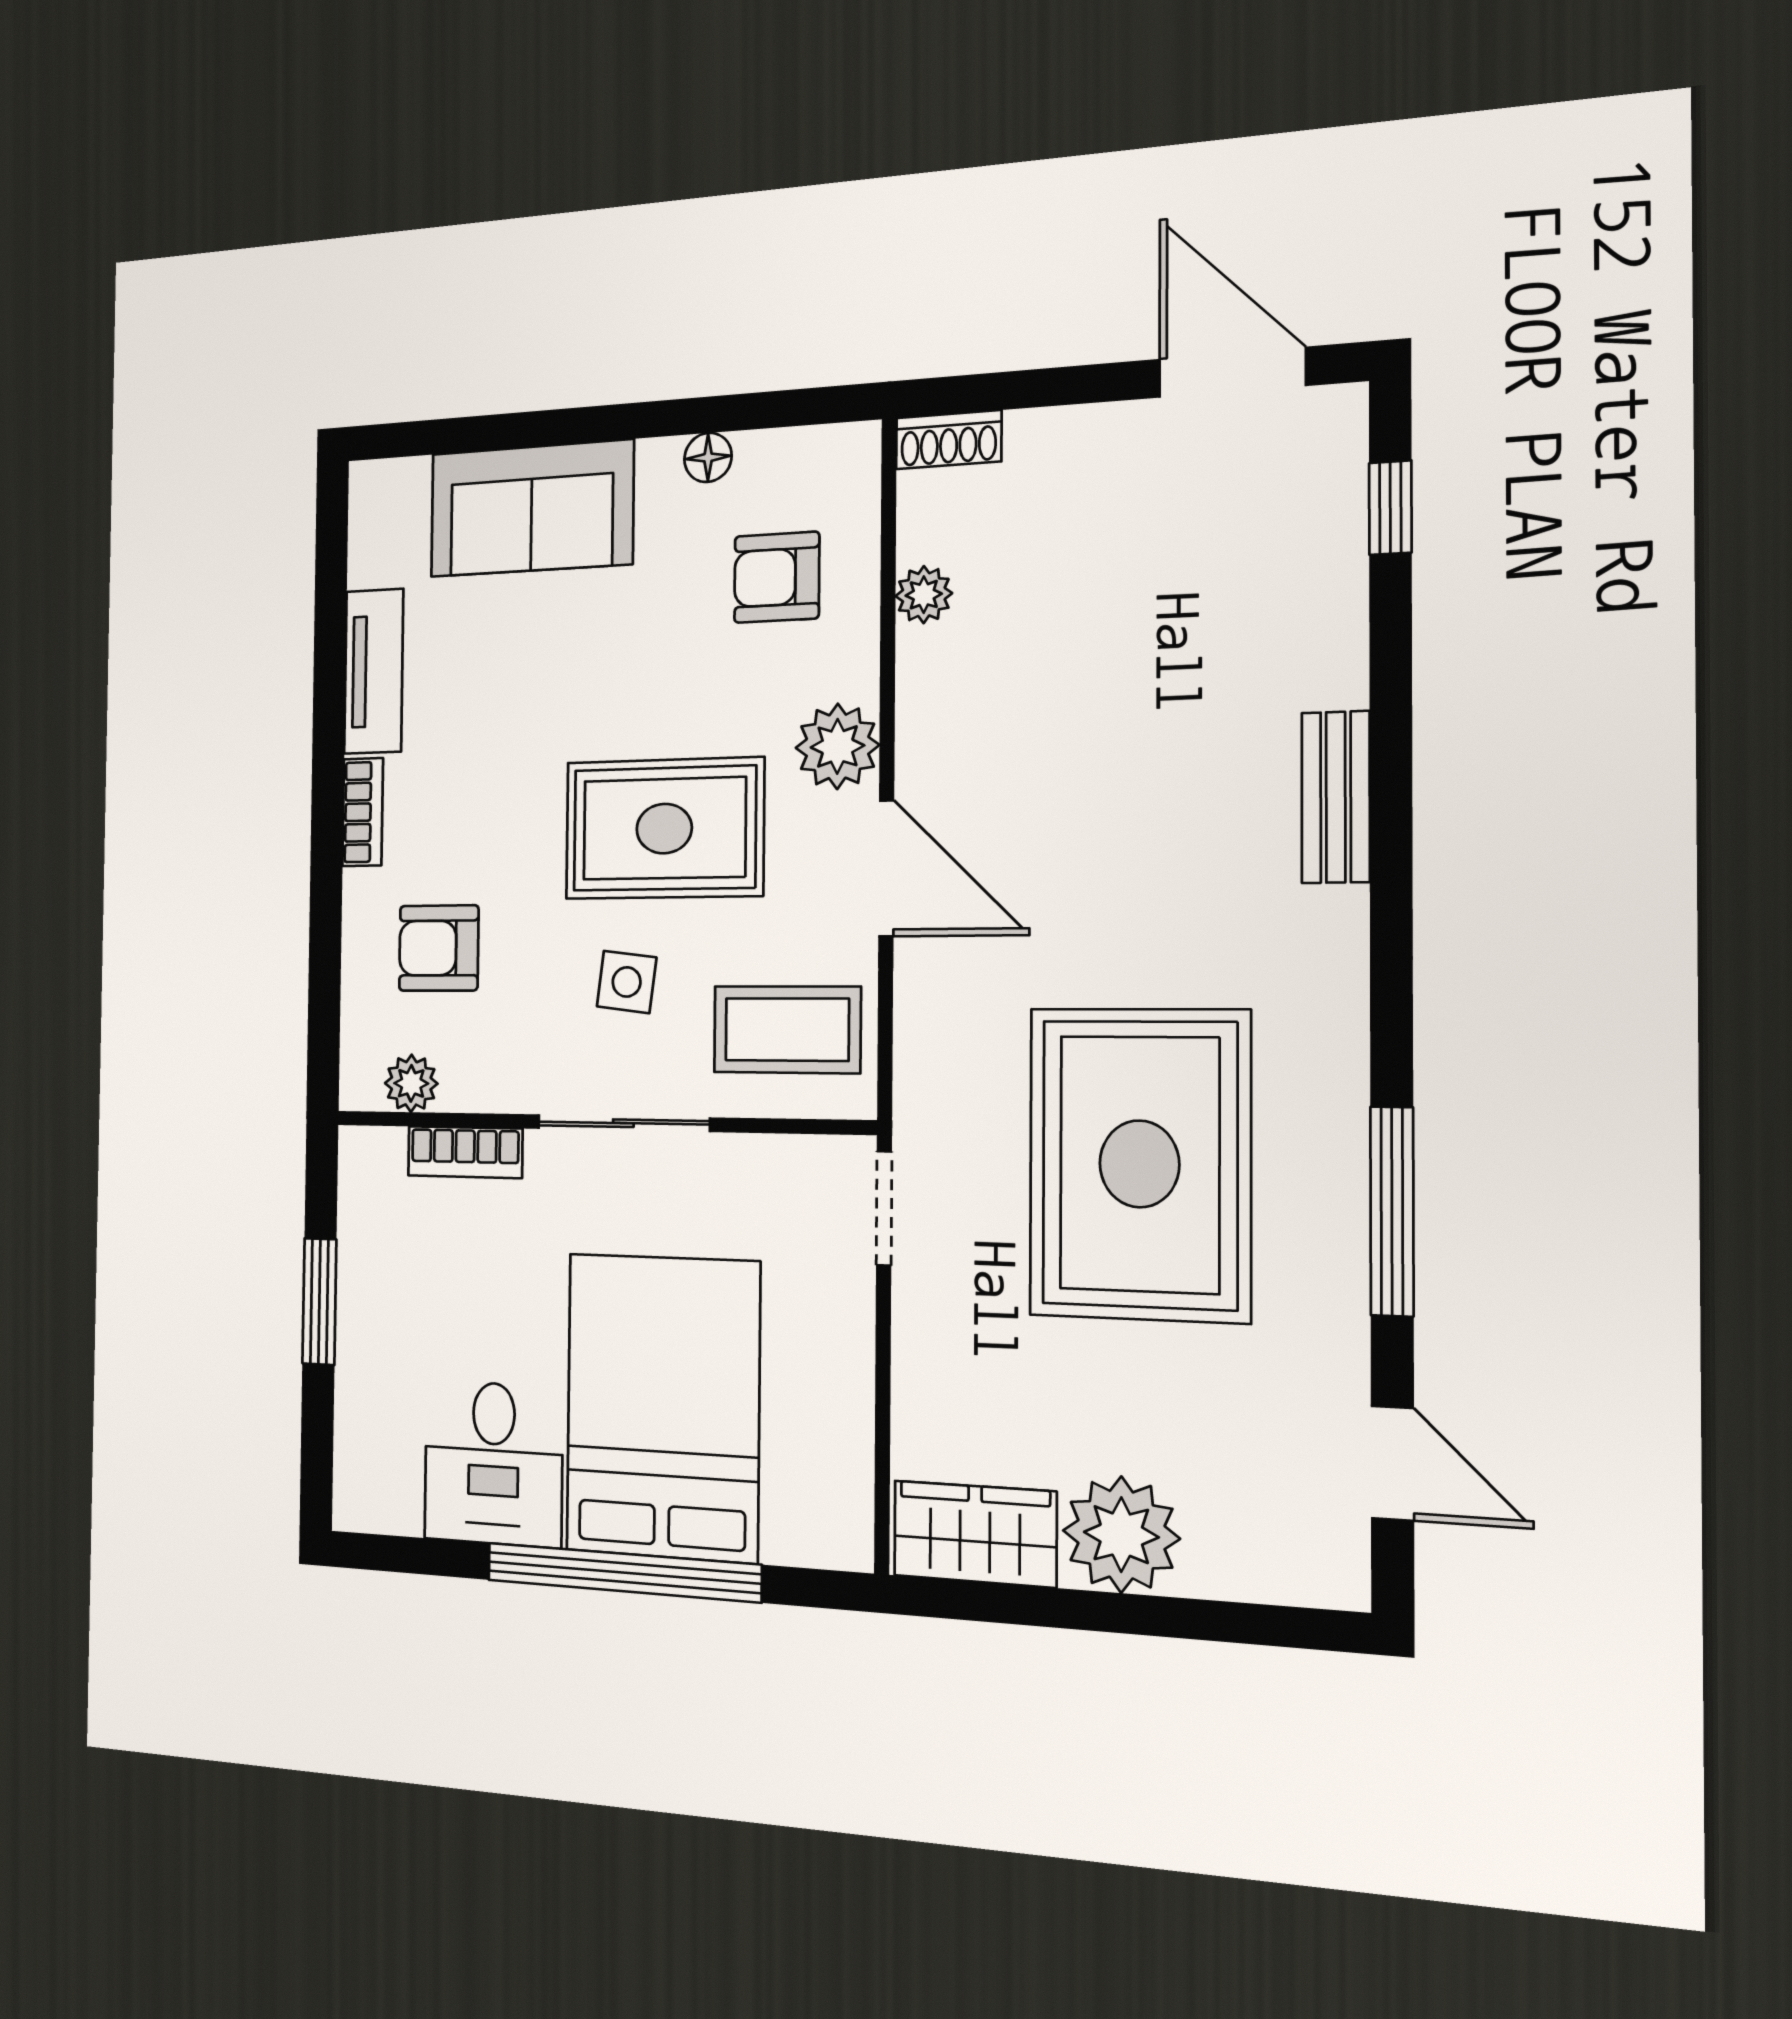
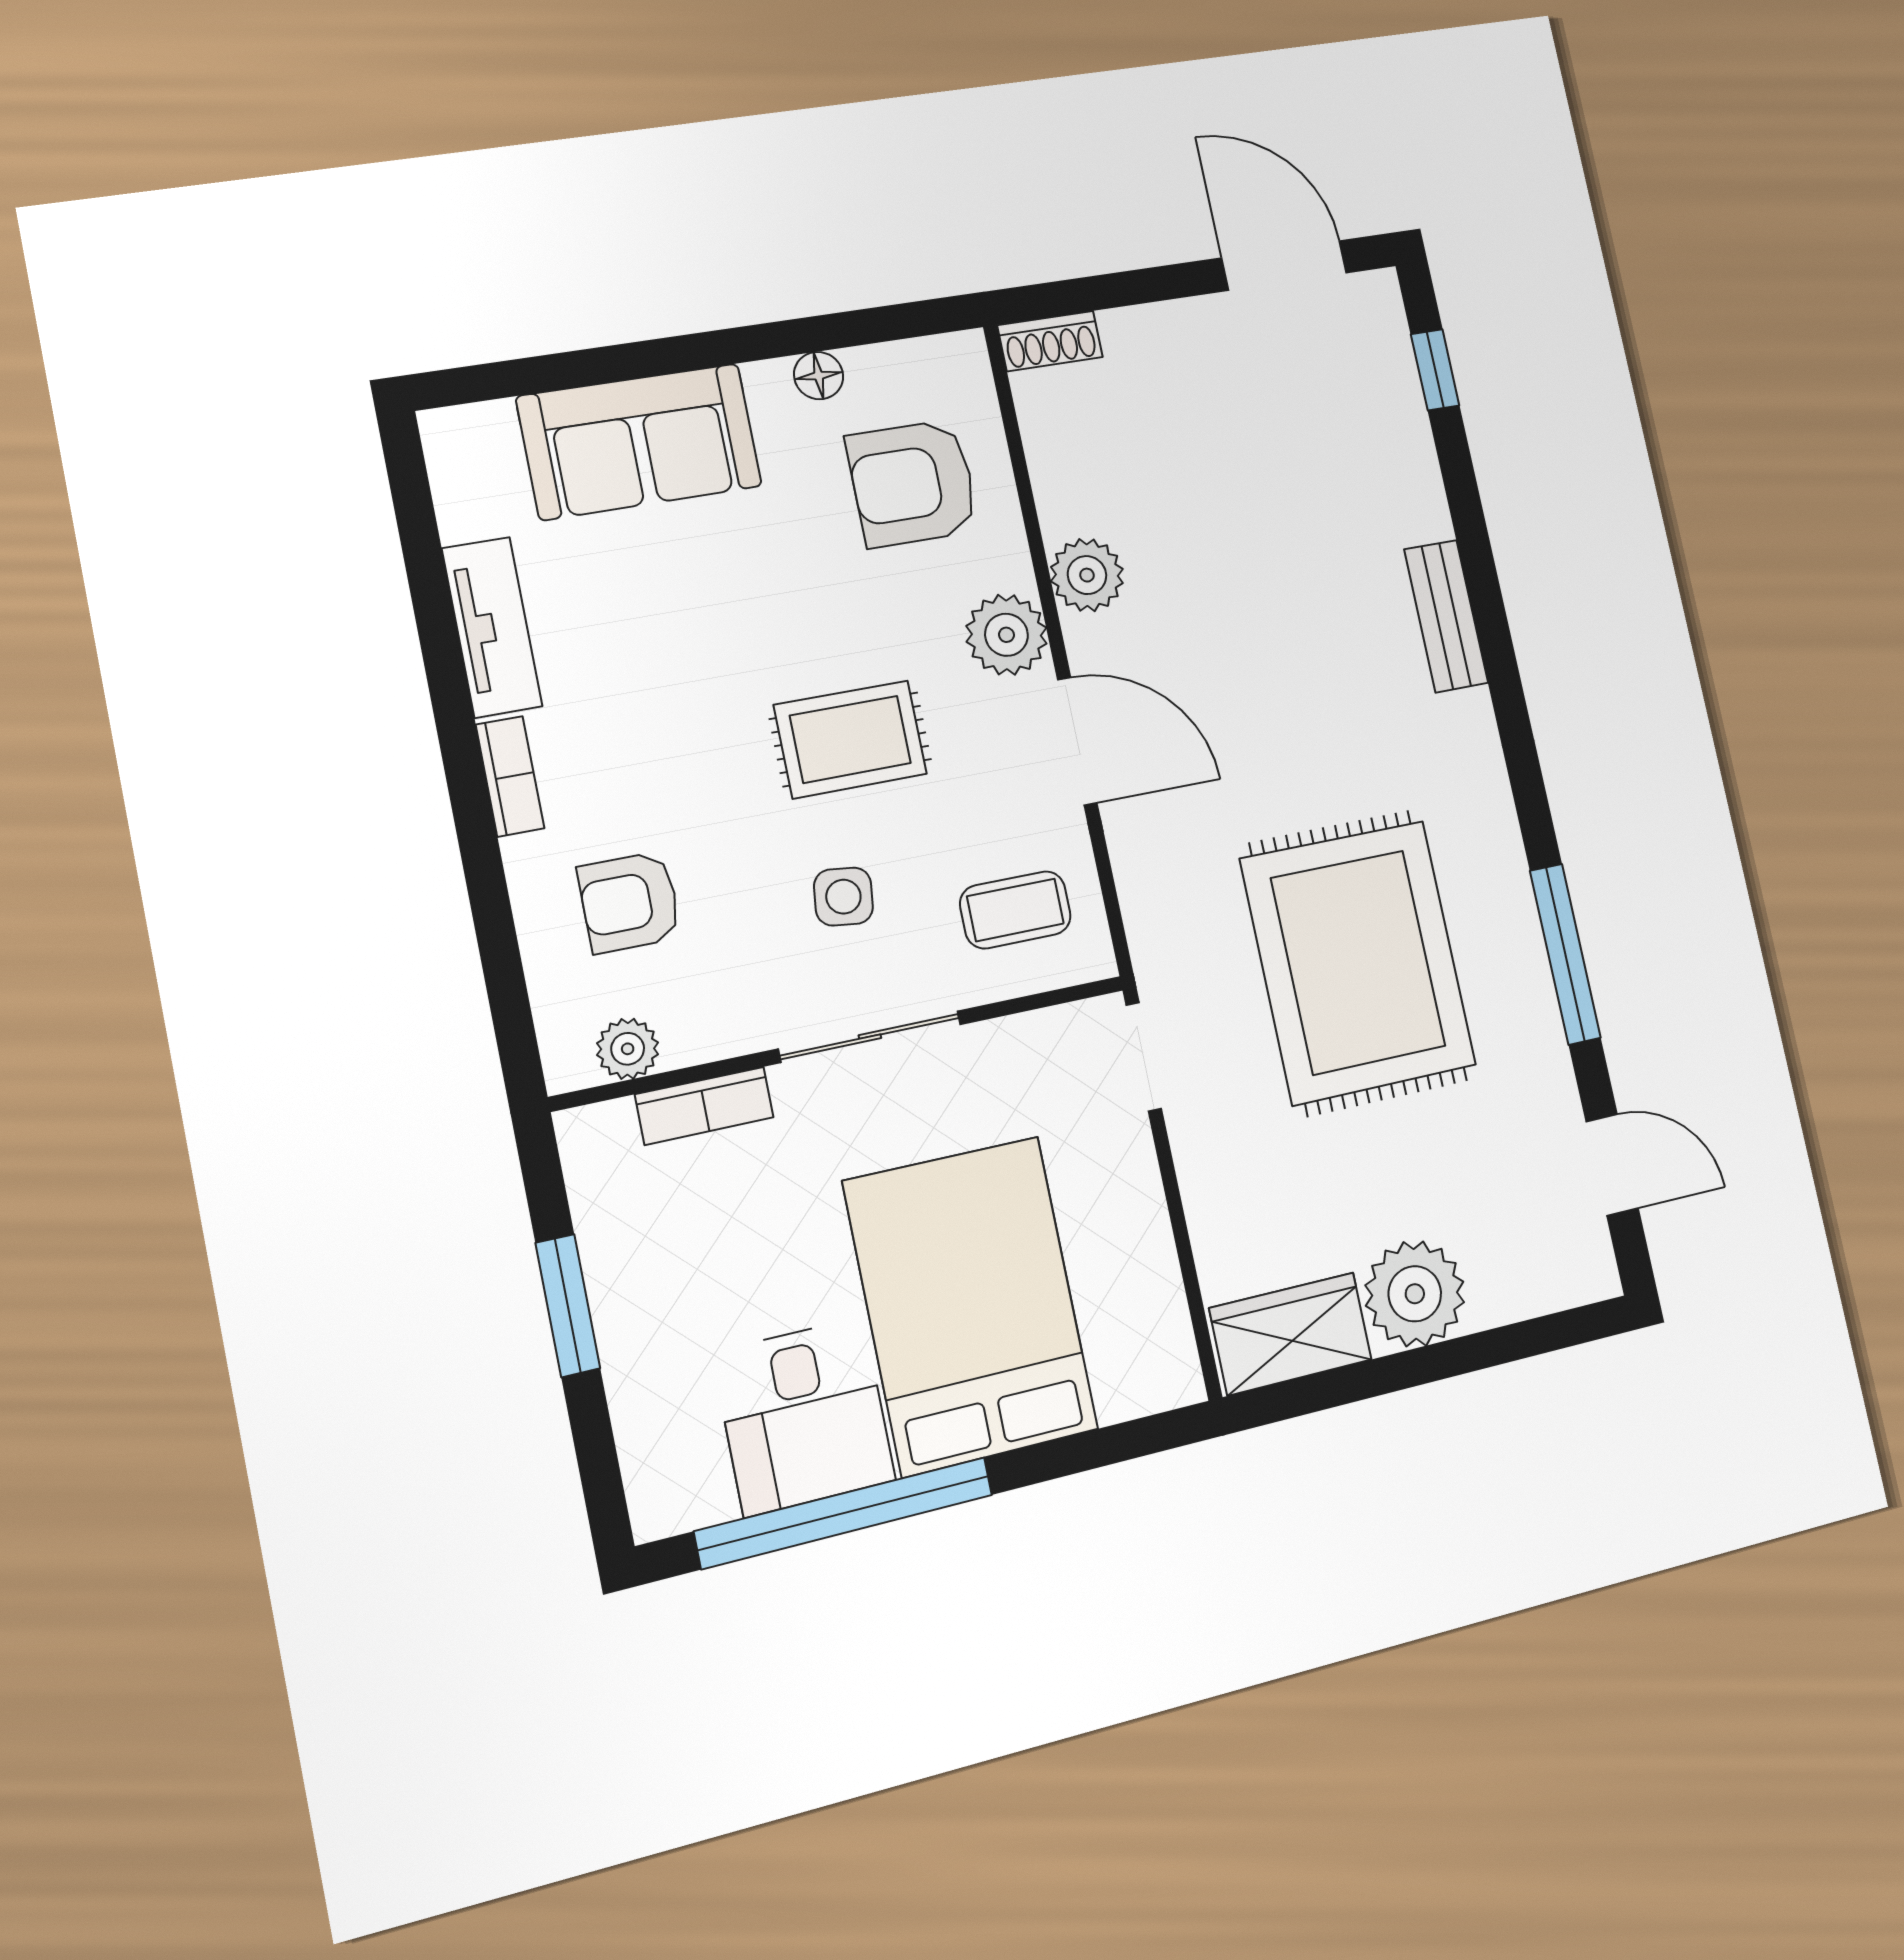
armchair: (777, 577) -> (913, 483), width x1.38, depth x1.38
plant: (924, 595) -> (1087, 575), moved, width x1.38, depth x1.38
rug: (664, 829) -> (850, 739), width x0.73, depth x0.70
coffee table: (787, 1030) -> (1015, 910), width x0.73, depth x0.77
window: (623, 1572) -> (845, 1513), moved

